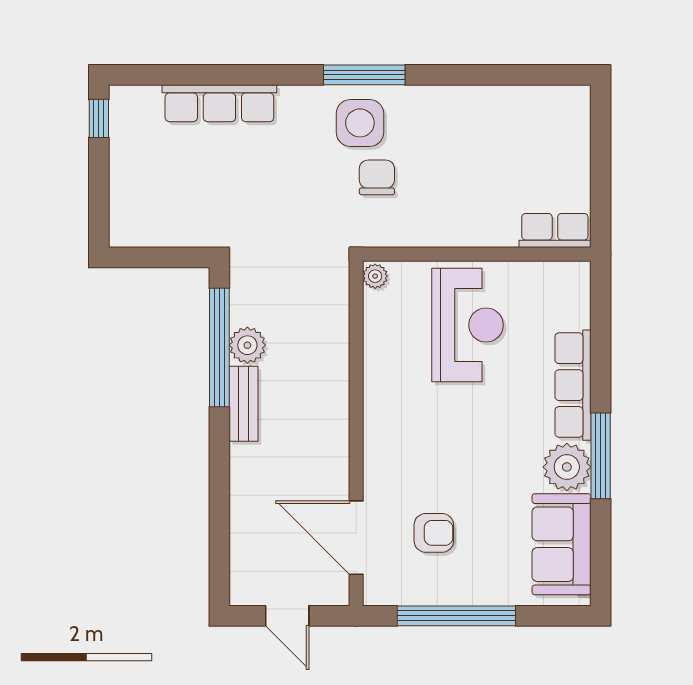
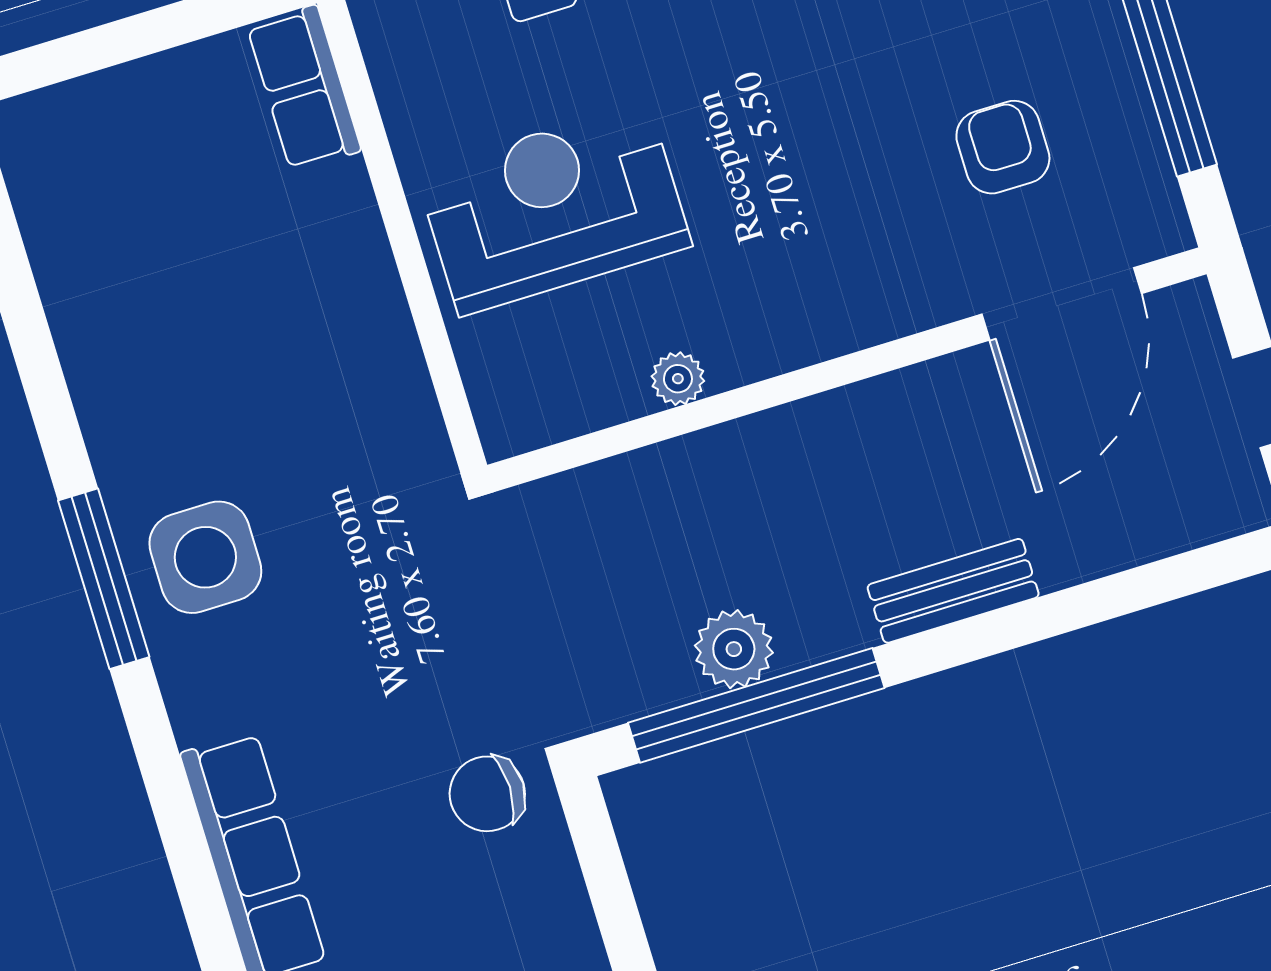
chair: (377, 177) -> (487, 794), moved
plant: (375, 276) -> (678, 379), moved
bench: (243, 404) -> (953, 591), moved

